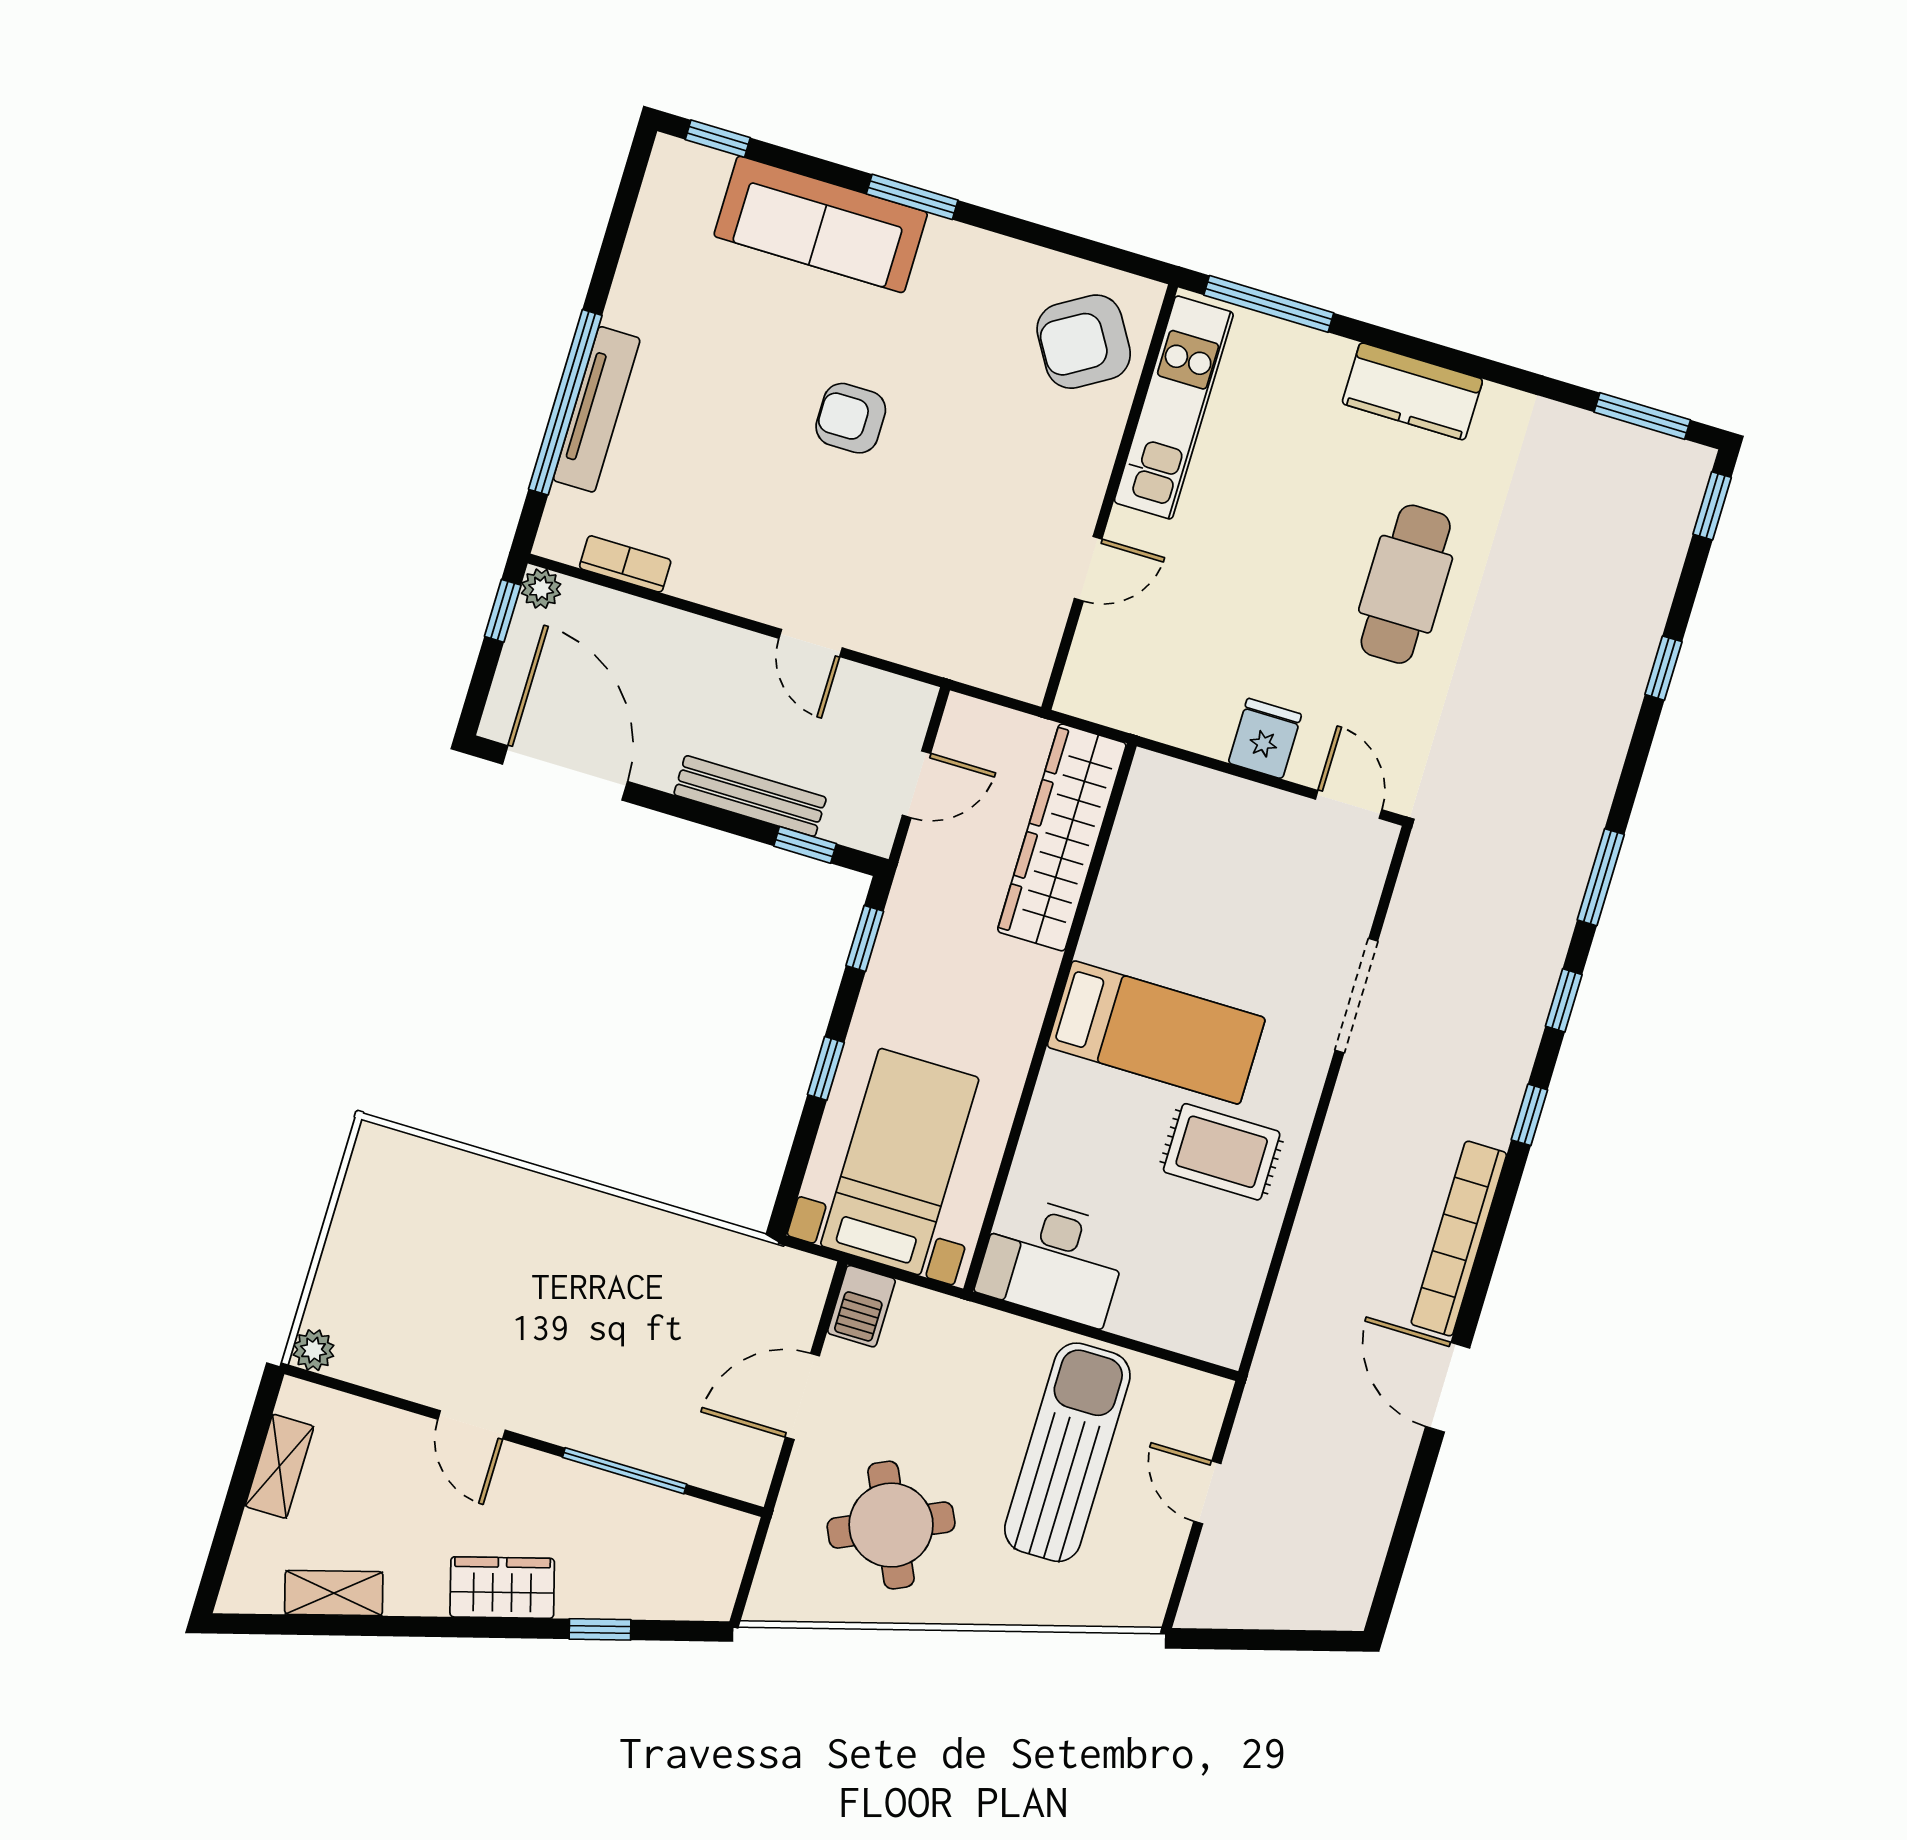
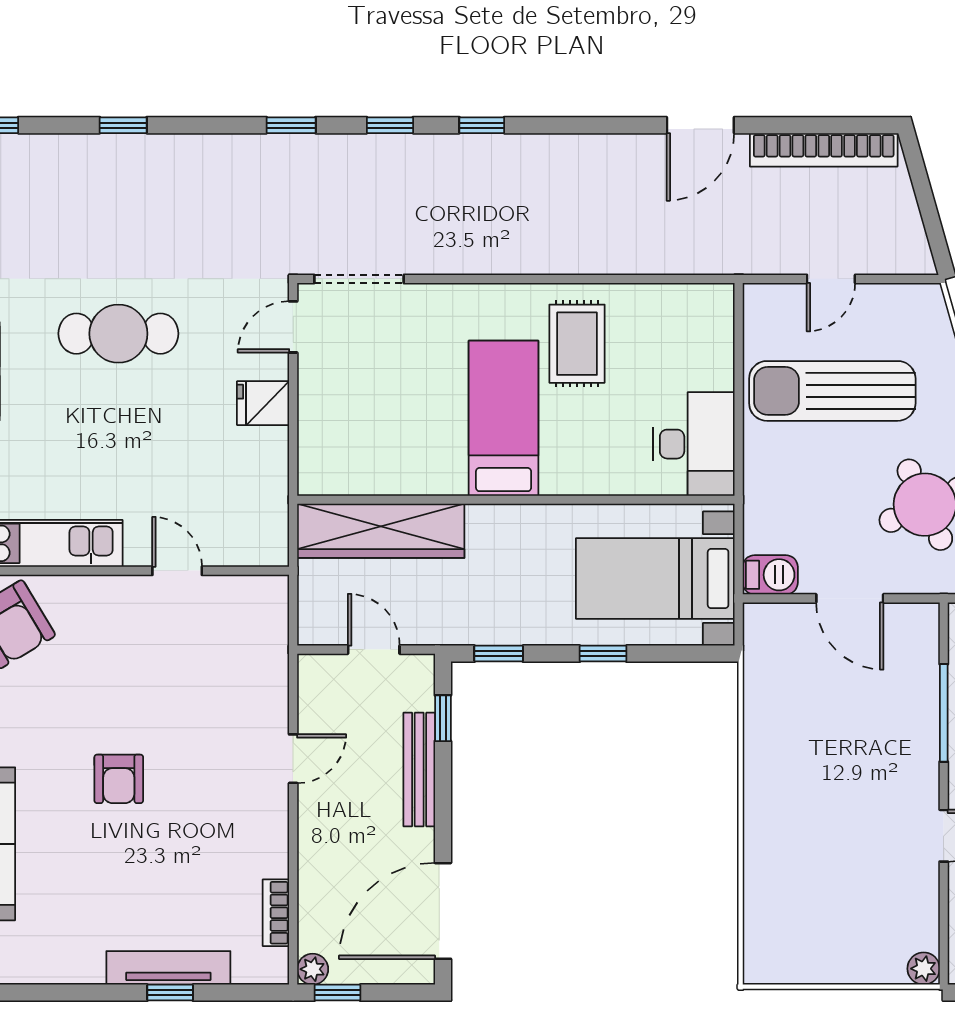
window: (565, 402) -> (170, 993), width x0.32
window: (1601, 877) -> (291, 125), width x0.67
doorway: (1356, 996) -> (359, 279), moved
bookcase: (1459, 1239) -> (824, 150), moved

